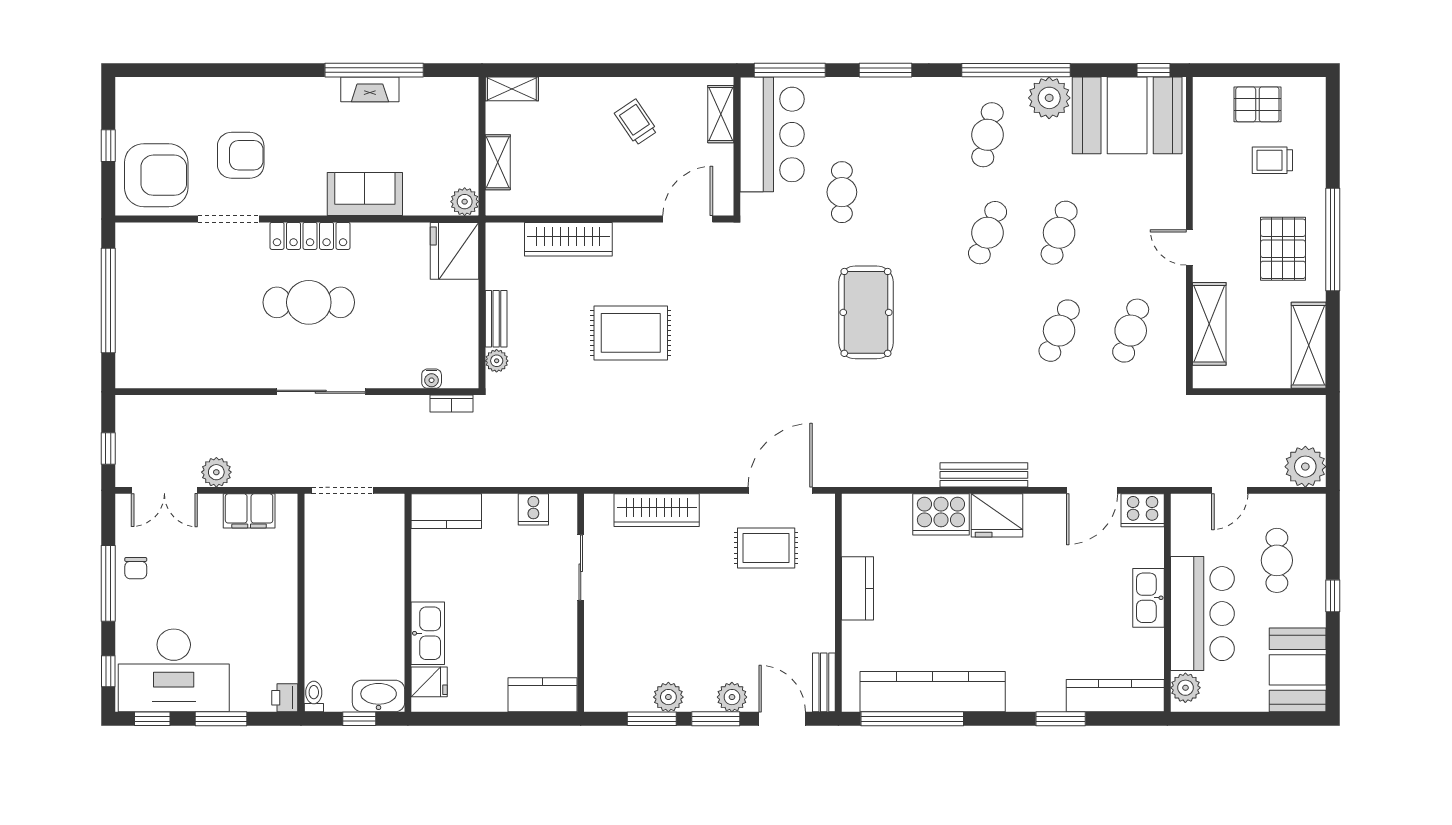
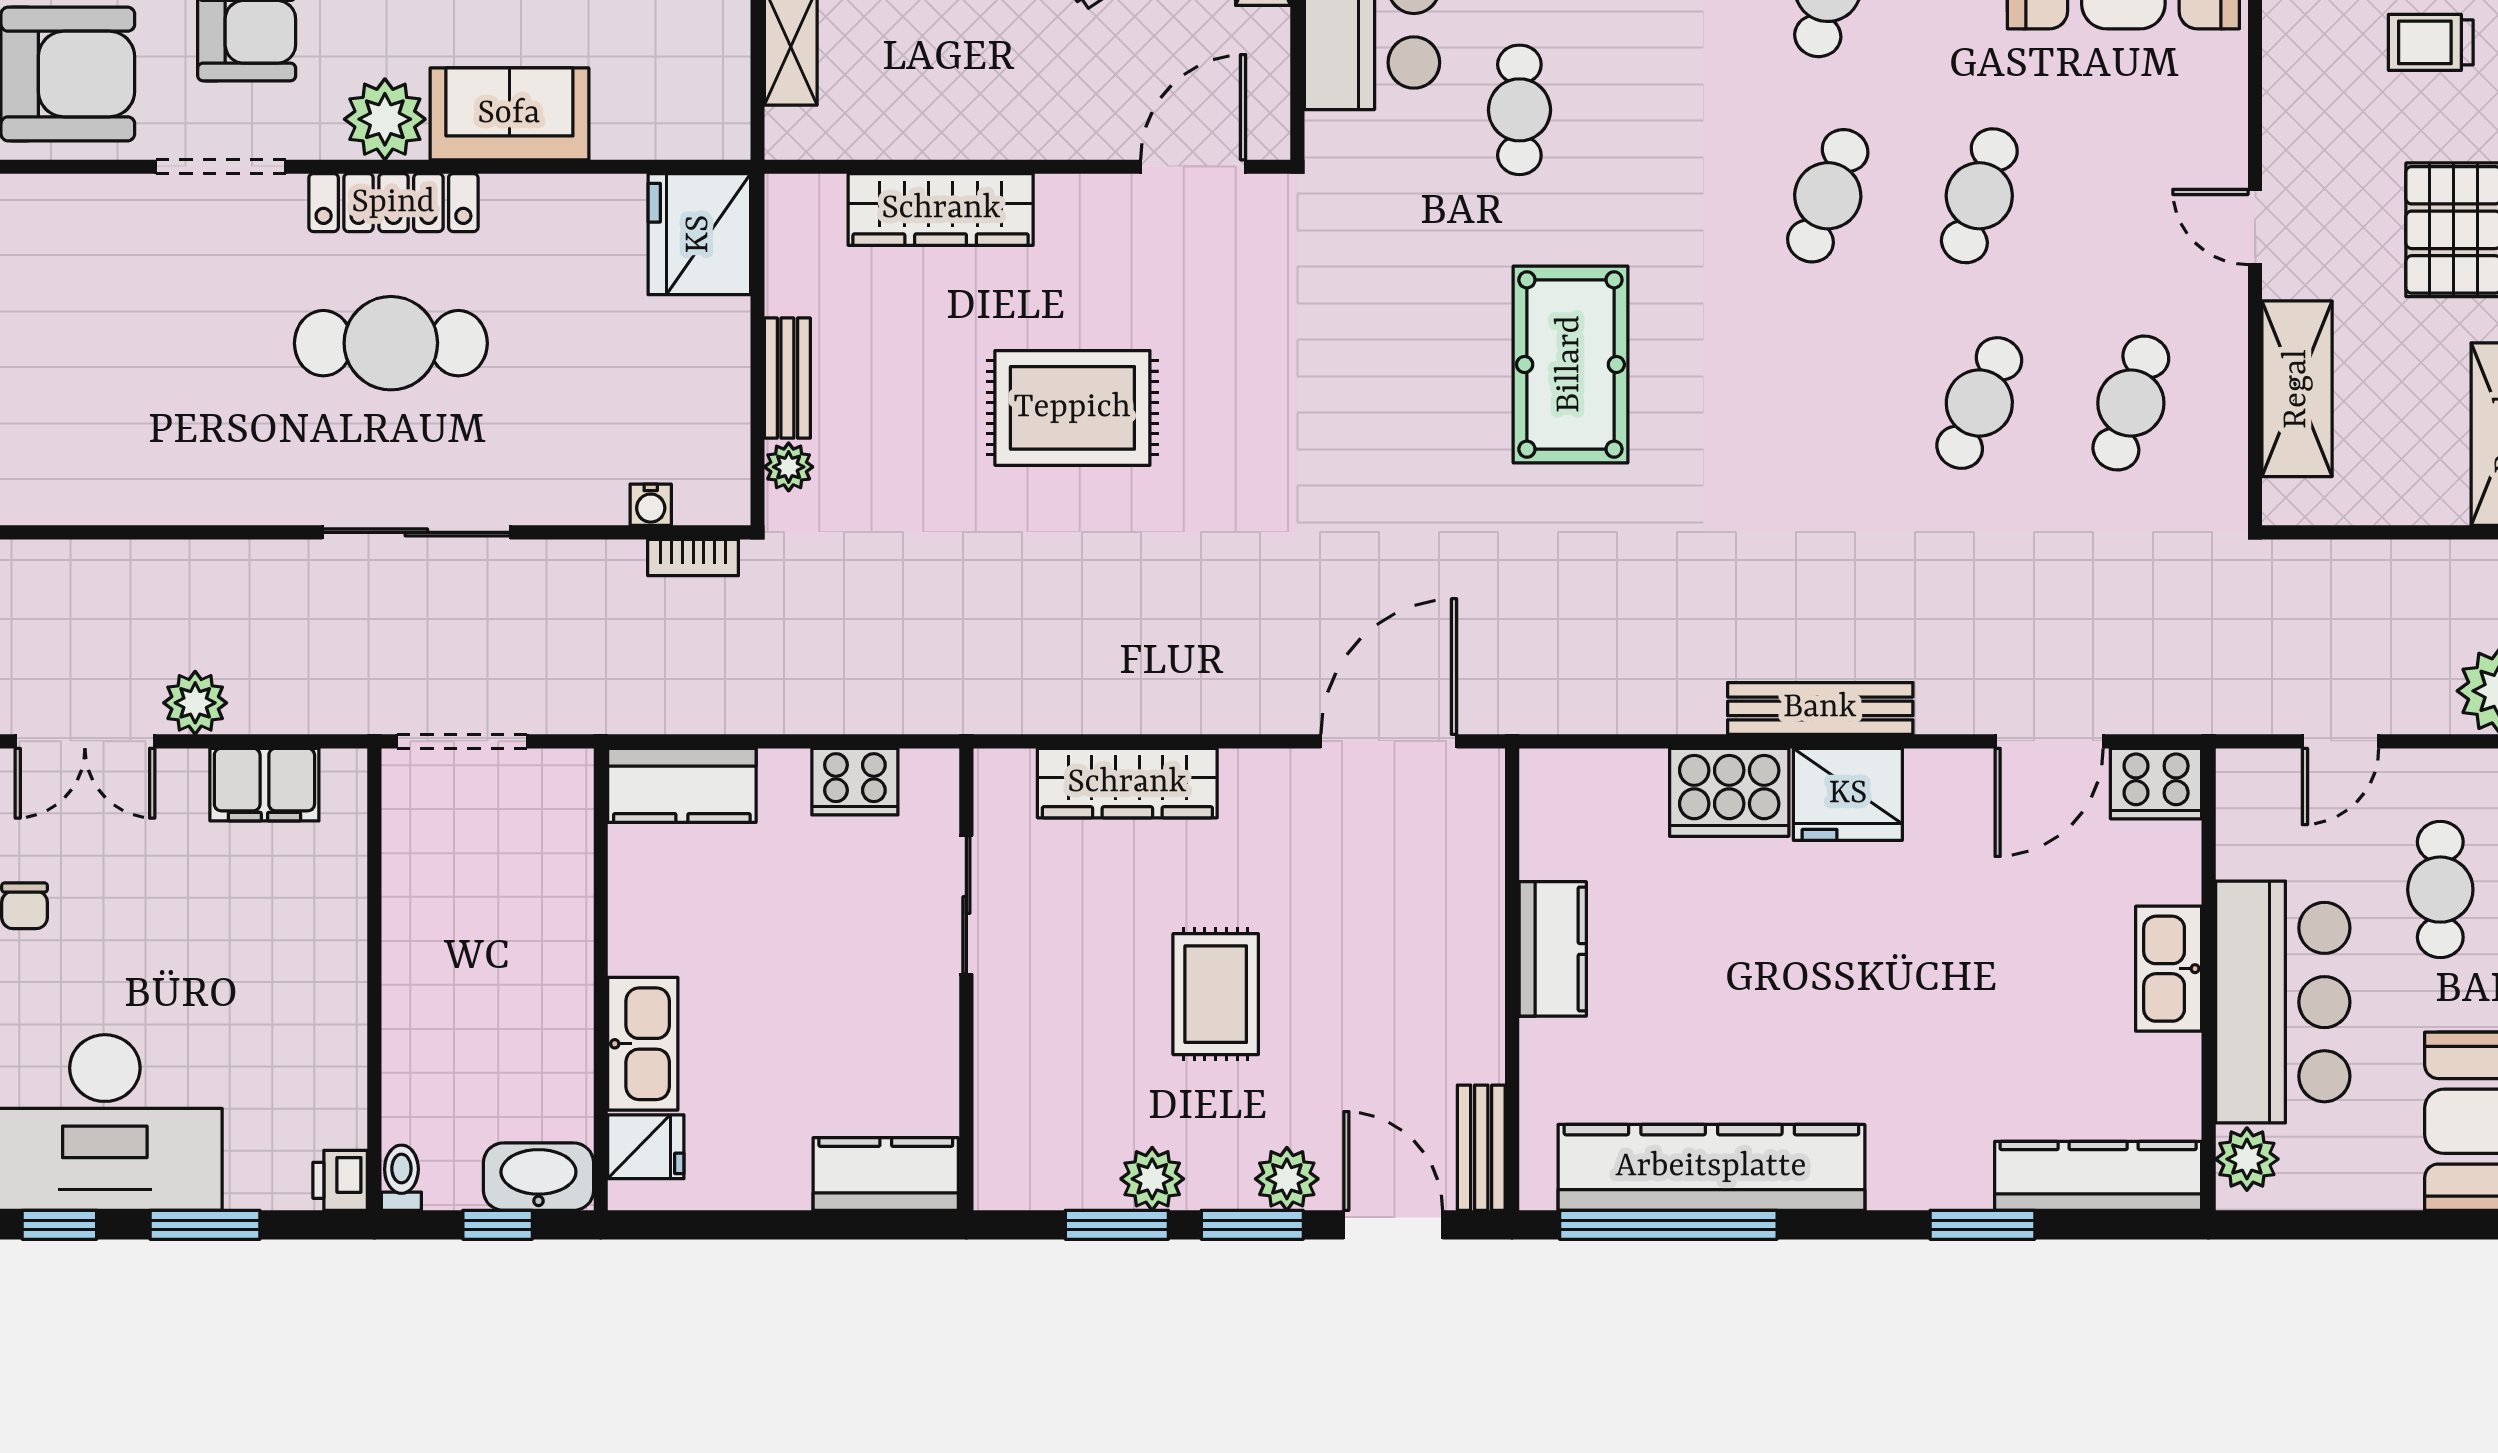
plant: (465, 202) -> (385, 119), moved, width x1.36, depth x1.36
cooker: (533, 509) -> (855, 782), width x1.36
rug: (766, 548) -> (1216, 994), moved, turned 90

